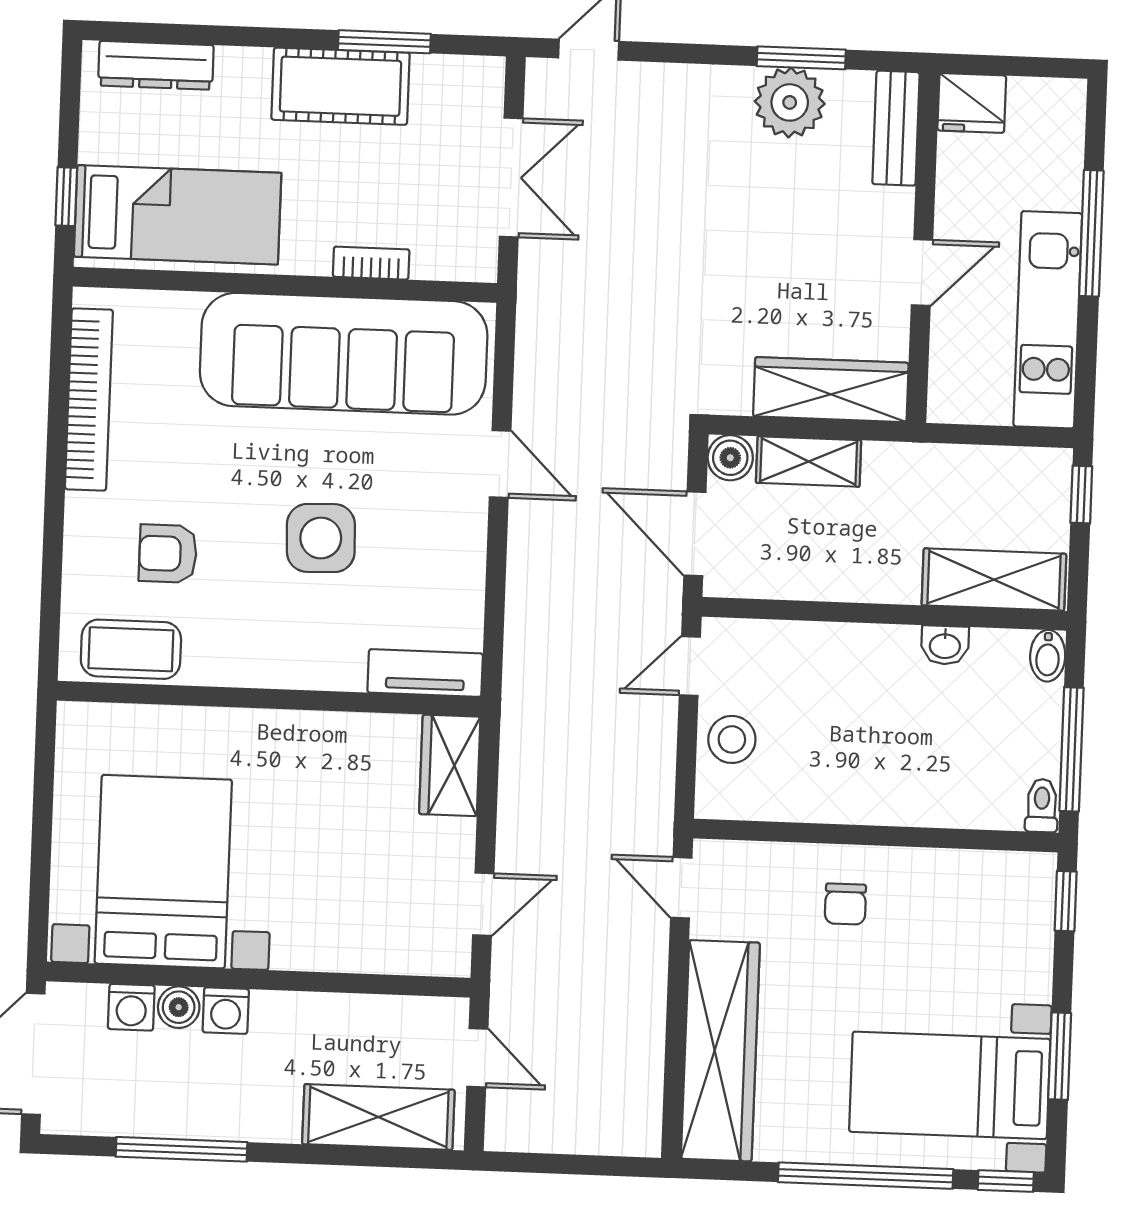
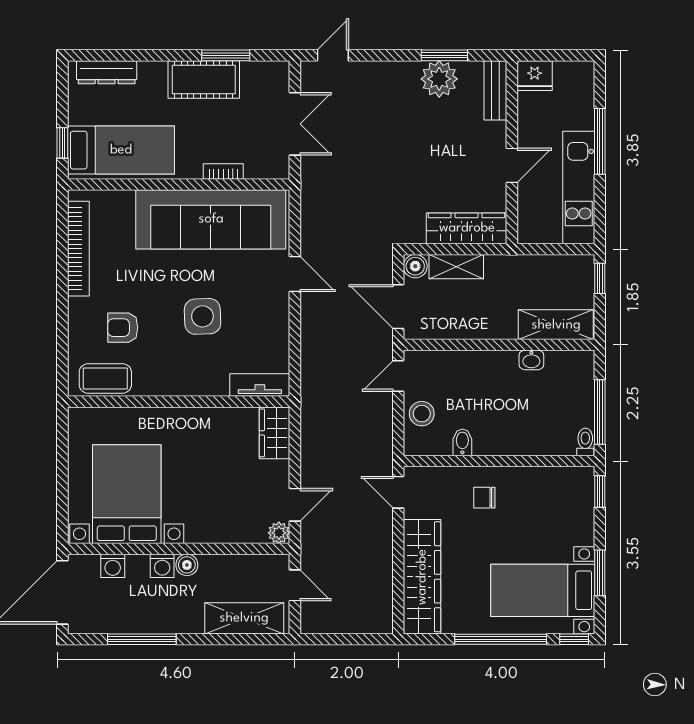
bidet: (1048, 656) -> (462, 442), moved, turned 180
chair: (845, 904) -> (484, 498), turned 90
plant: (451, 956) -> (279, 533), added
boiler: (179, 1007) -> (187, 565), moved

